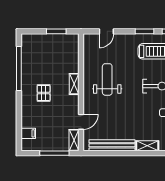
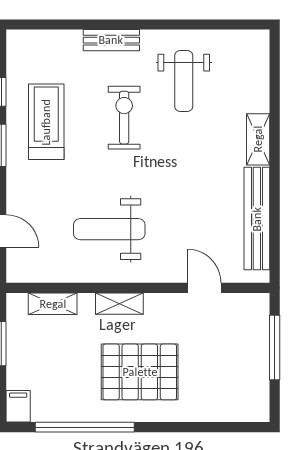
pallet: (44, 93) -> (140, 372), width x2.05, depth x2.00
filing cabinet: (28, 133) -> (18, 406), moved
shelving: (74, 140) -> (53, 304), moved

